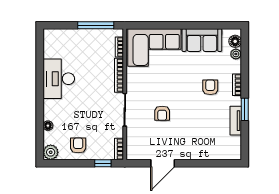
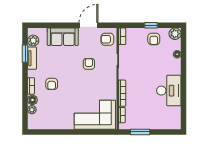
window: (96, 25) -> (140, 132), width x0.69
sofa: (202, 40) -> (63, 37), moved, turned 180
floor lamp: (235, 41) -> (32, 100), moved
window: (245, 109) -> (25, 54), moved
plant: (234, 143) -> (33, 41), added
armchair: (138, 145) -> (107, 39), added
window: (103, 163) -> (151, 25), moved

